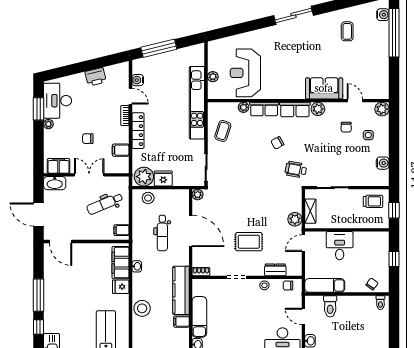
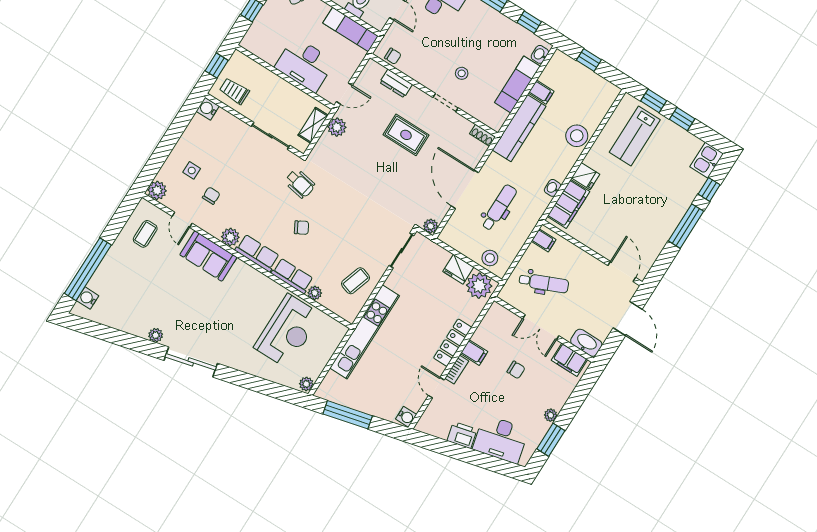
plant: (326, 18) -> (156, 335), added
coffee table: (347, 31) -> (145, 234), moved
window: (159, 48) -> (348, 415), moved
plant: (213, 77) -> (306, 384), moved
water cooler: (138, 80) -> (406, 417), moved
desk: (57, 101) -> (501, 439), moved, turned 76
filing cabinet: (121, 150) -> (474, 353), moved
water cooler: (383, 163) -> (208, 109), moved
desk: (340, 246) -> (305, 64), width x1.37
stool: (264, 285) -> (462, 73), moved

